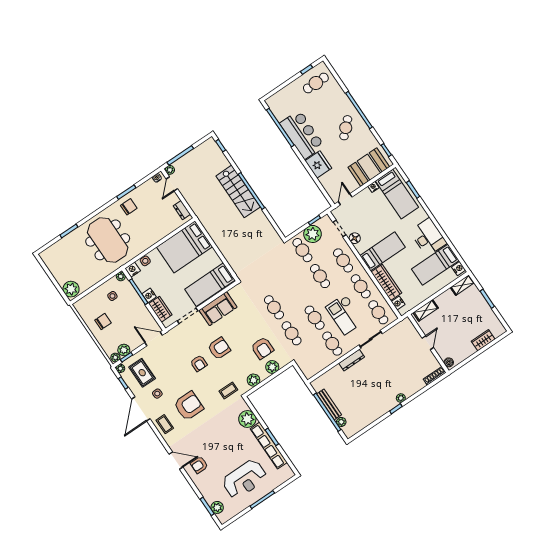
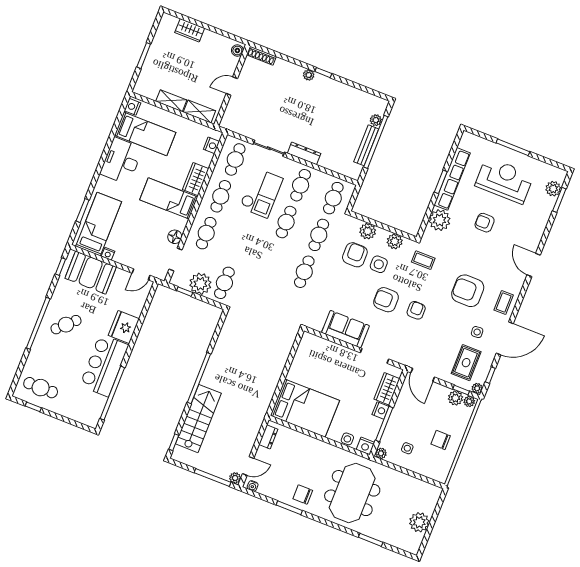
stairs: (238, 191) -> (198, 419), moved
cafe table: (320, 276) -> (333, 198), moved
wardrobe: (386, 282) -> (196, 179), width x0.67
bed: (210, 285) -> (326, 355), removed
shelving: (462, 285) -> (171, 101), moved
plant: (71, 289) -> (419, 522), moved
side table: (246, 359) -> (379, 264), added
armchair: (199, 465) -> (485, 223), moved, turned 180

